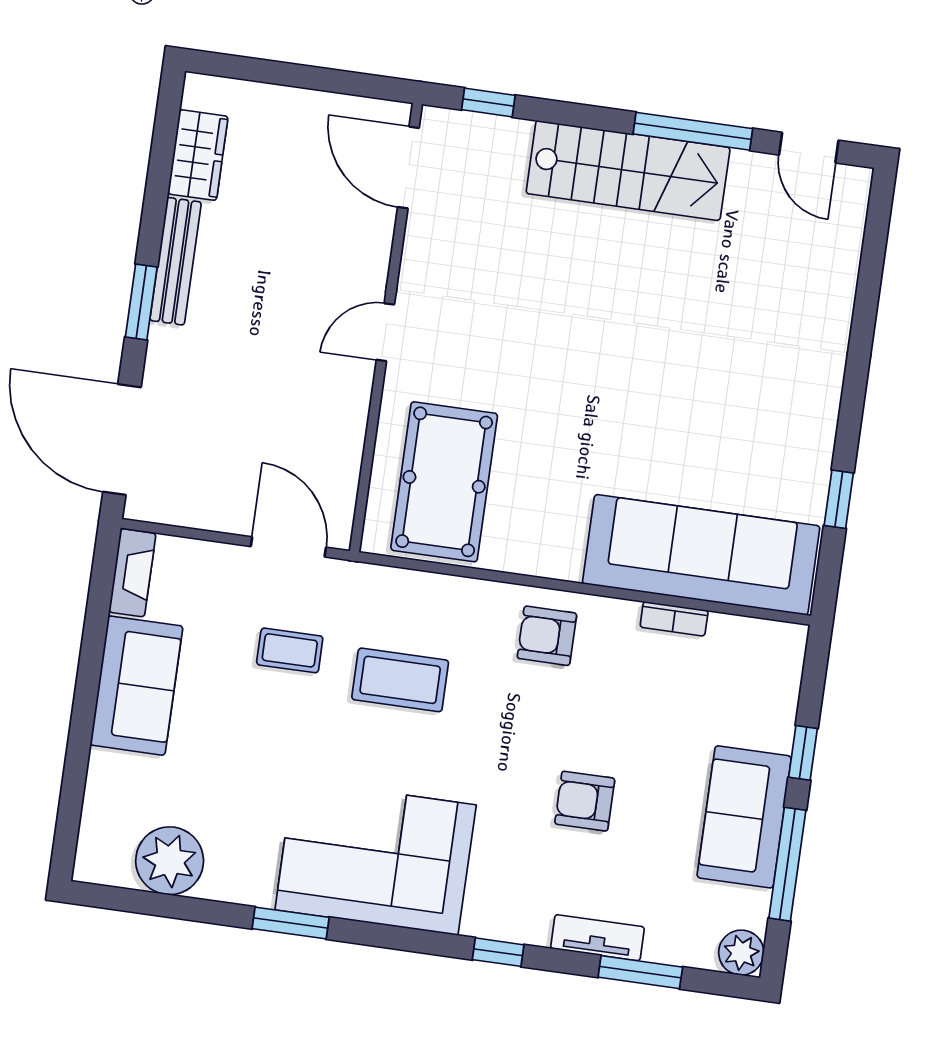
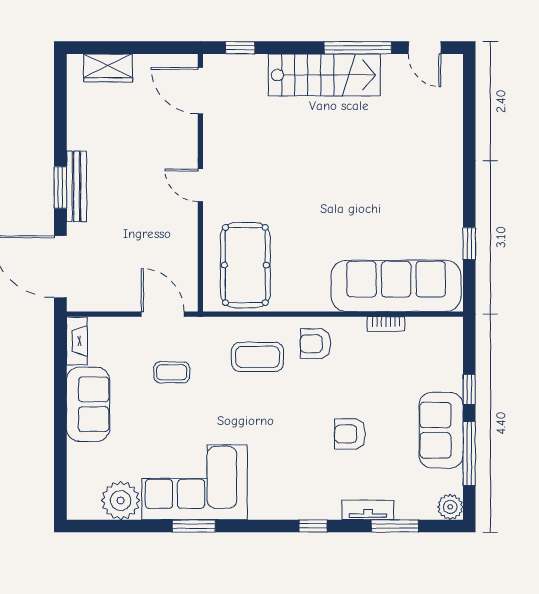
wardrobe: (198, 155) -> (108, 68), moved, turned 90
bench: (176, 261) -> (76, 186), moved
door: (385, 332) -> (200, 185), hinge flipped
coffee table: (400, 680) -> (258, 357), moved
corner sofa: (376, 857) -> (195, 482), moved

